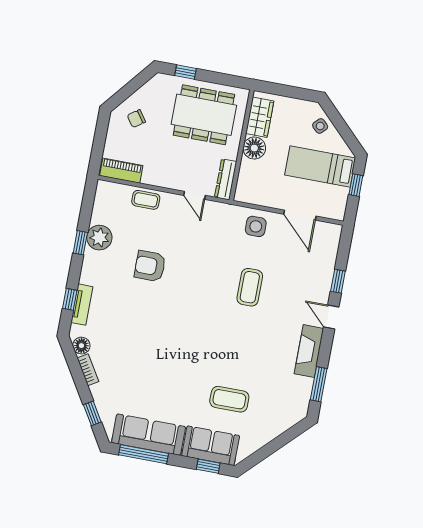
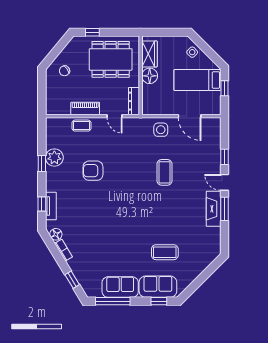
piano: (121, 171) -> (85, 109), moved
window: (319, 384) -> (224, 209), moved
sofa: (149, 435) -> (120, 287), width x0.73

